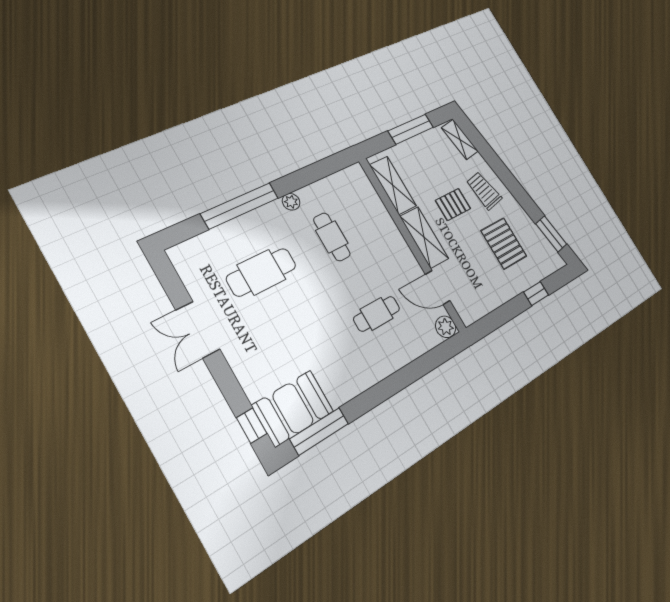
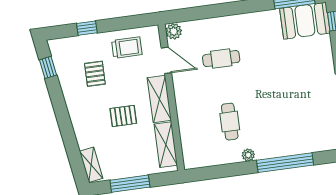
trolley: (484, 191) -> (127, 48), moved, turned -79
window: (551, 234) -> (48, 67), width x0.67
pallet: (504, 243) -> (95, 74), width x0.67, depth x0.71
cafe table: (261, 272) -> (289, 114), removed

